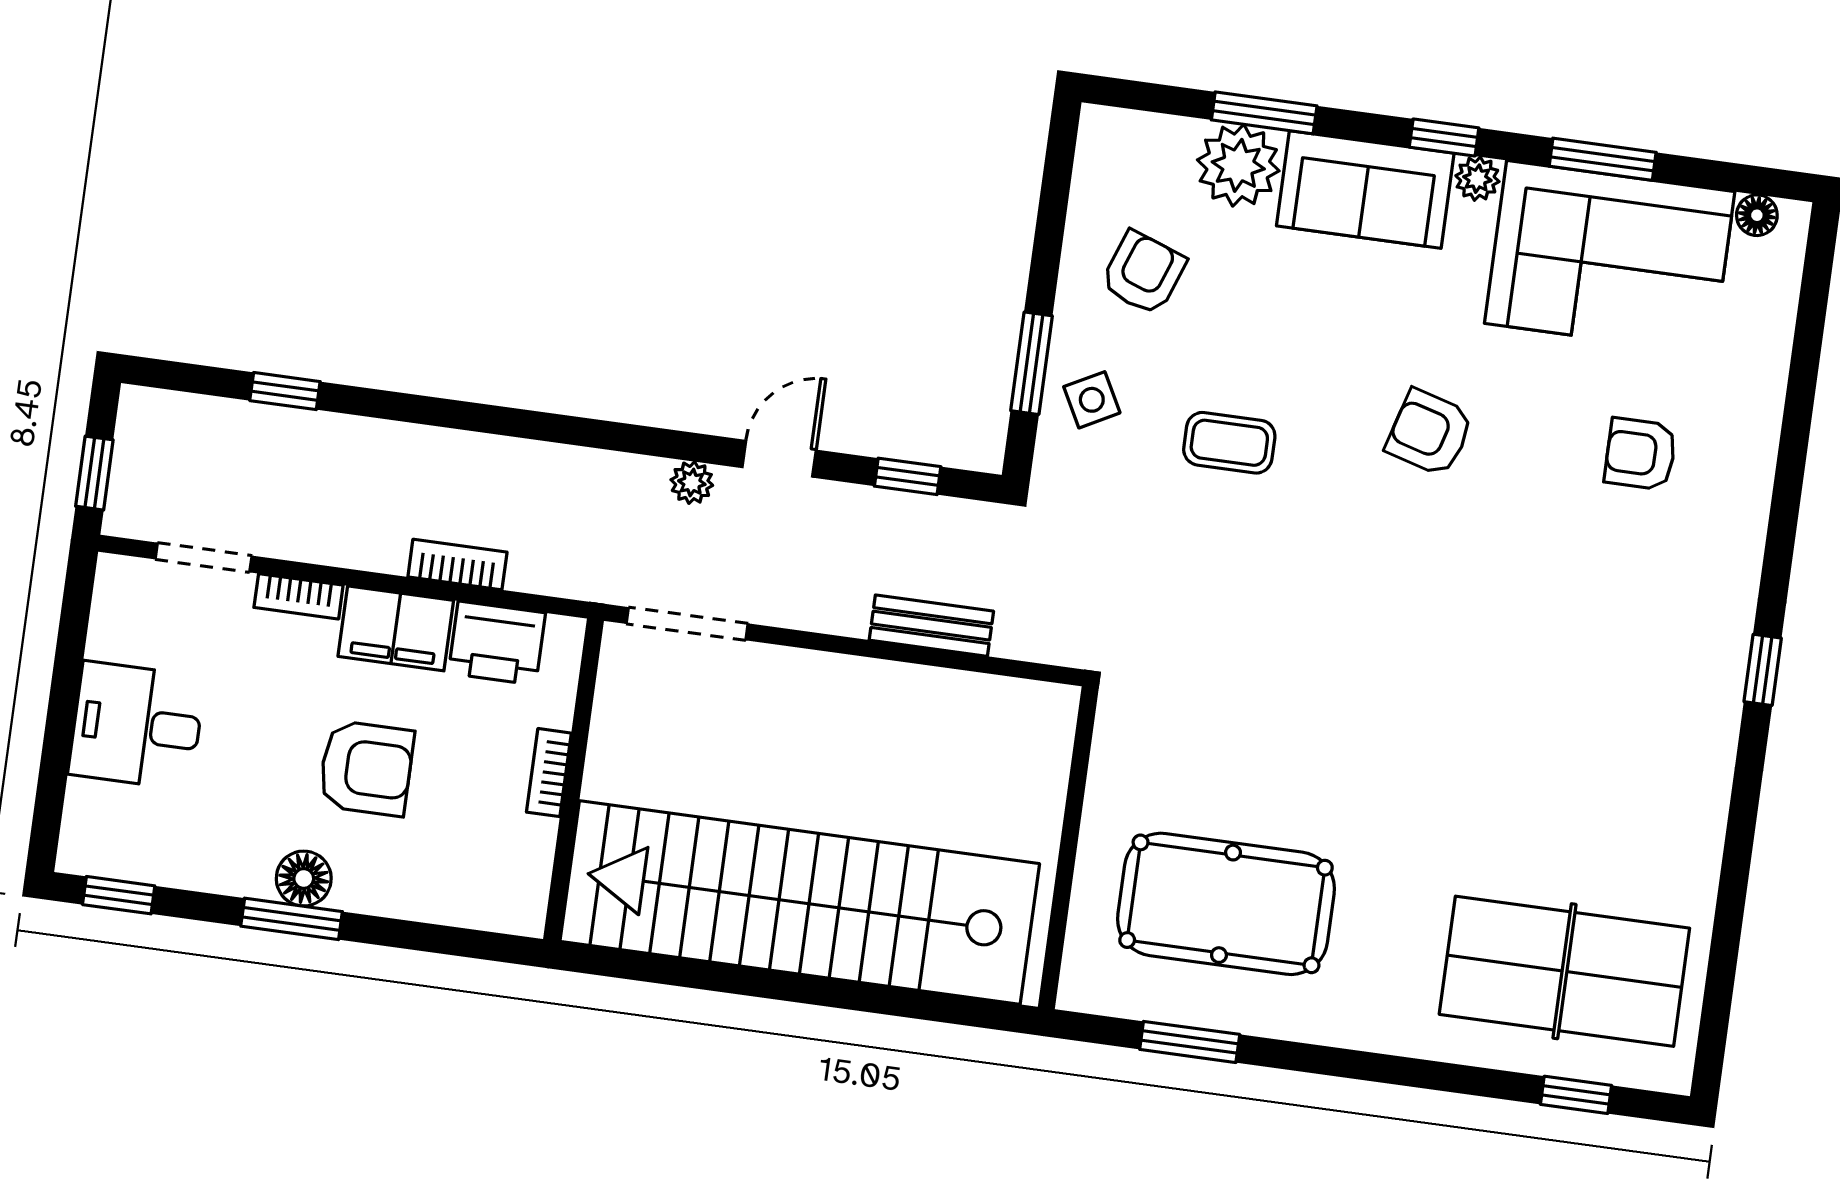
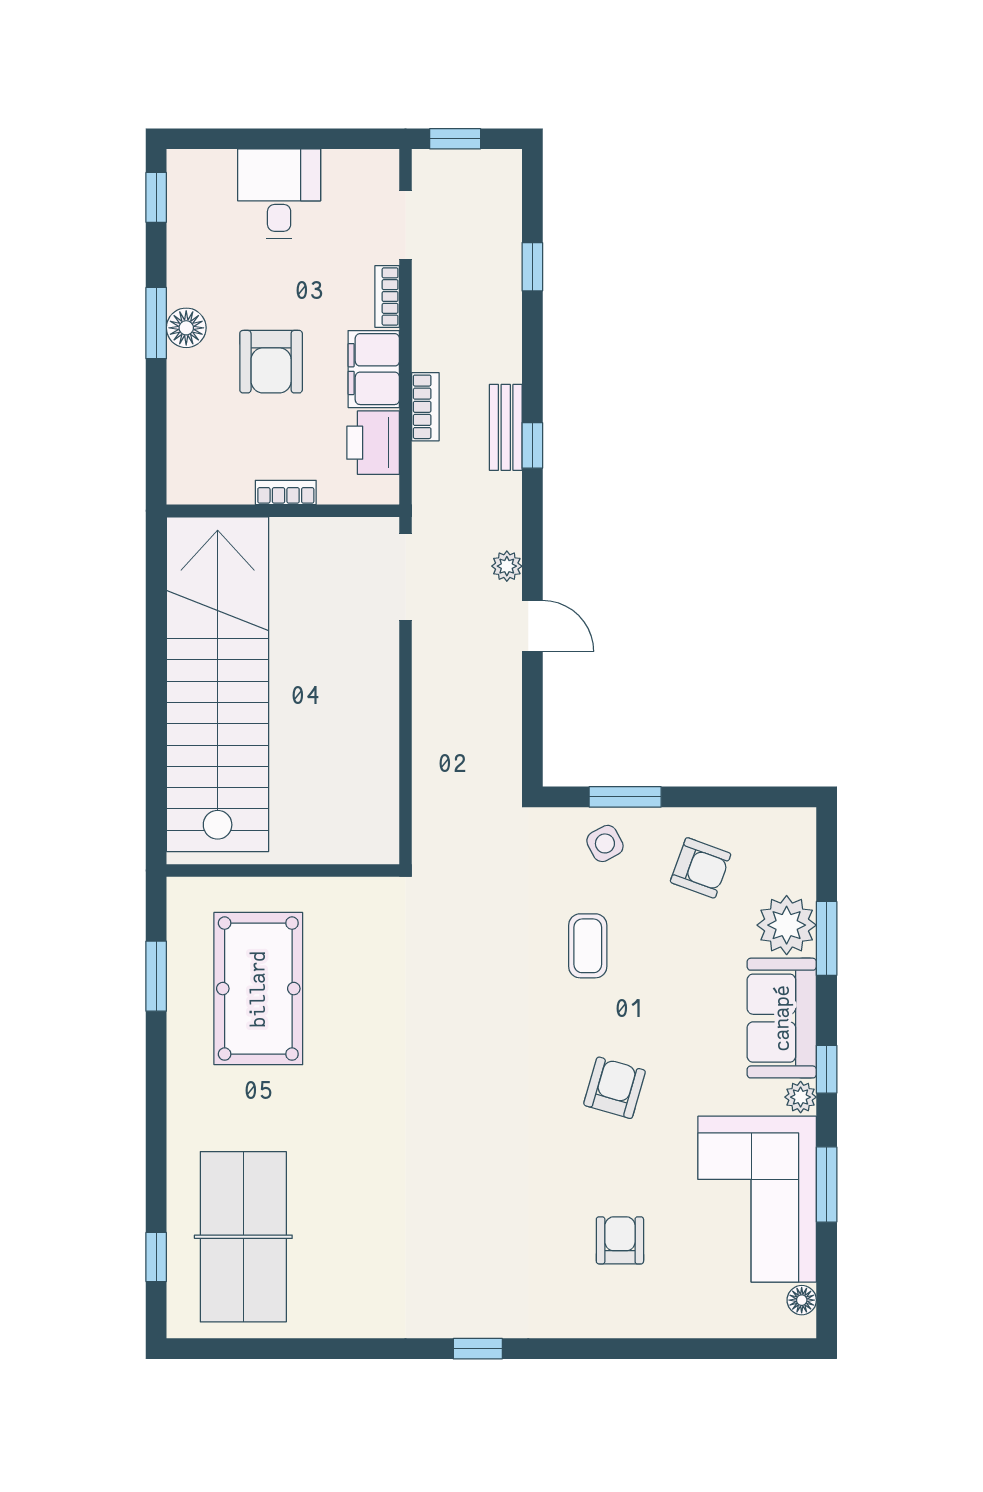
window: (908, 476) -> (532, 445), moved
bench: (931, 626) -> (506, 427), moved

